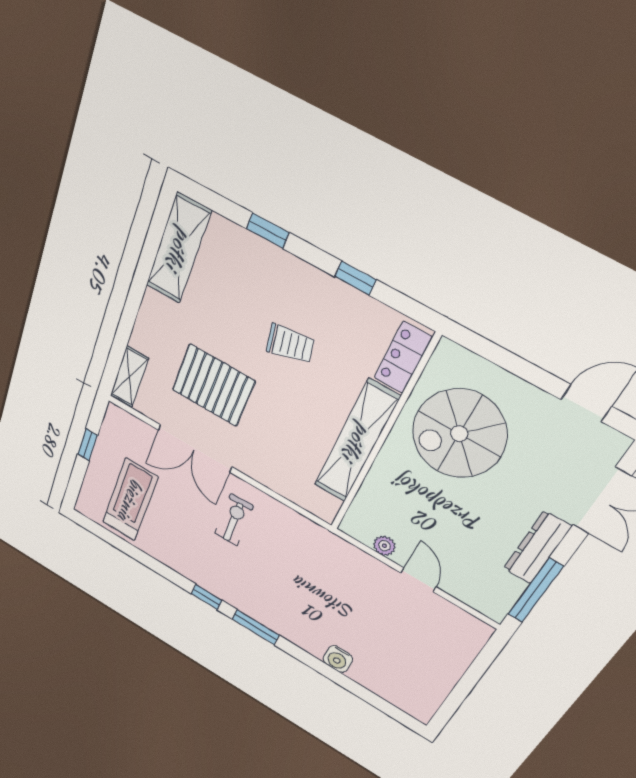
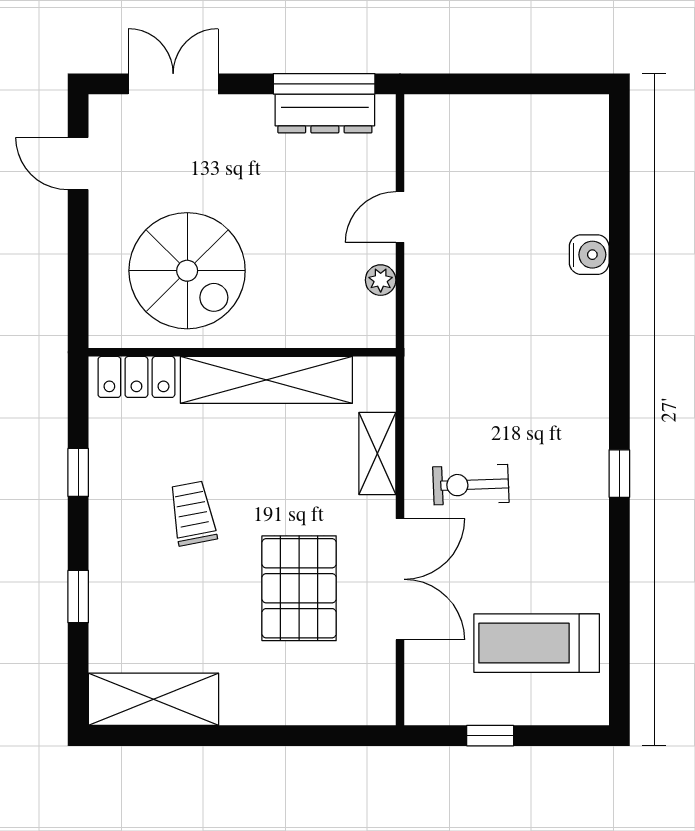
shelving: (129, 377) -> (377, 454), moved, turned 90
dresser: (537, 548) -> (325, 114), moved
window: (256, 627) -> (619, 385), removed

